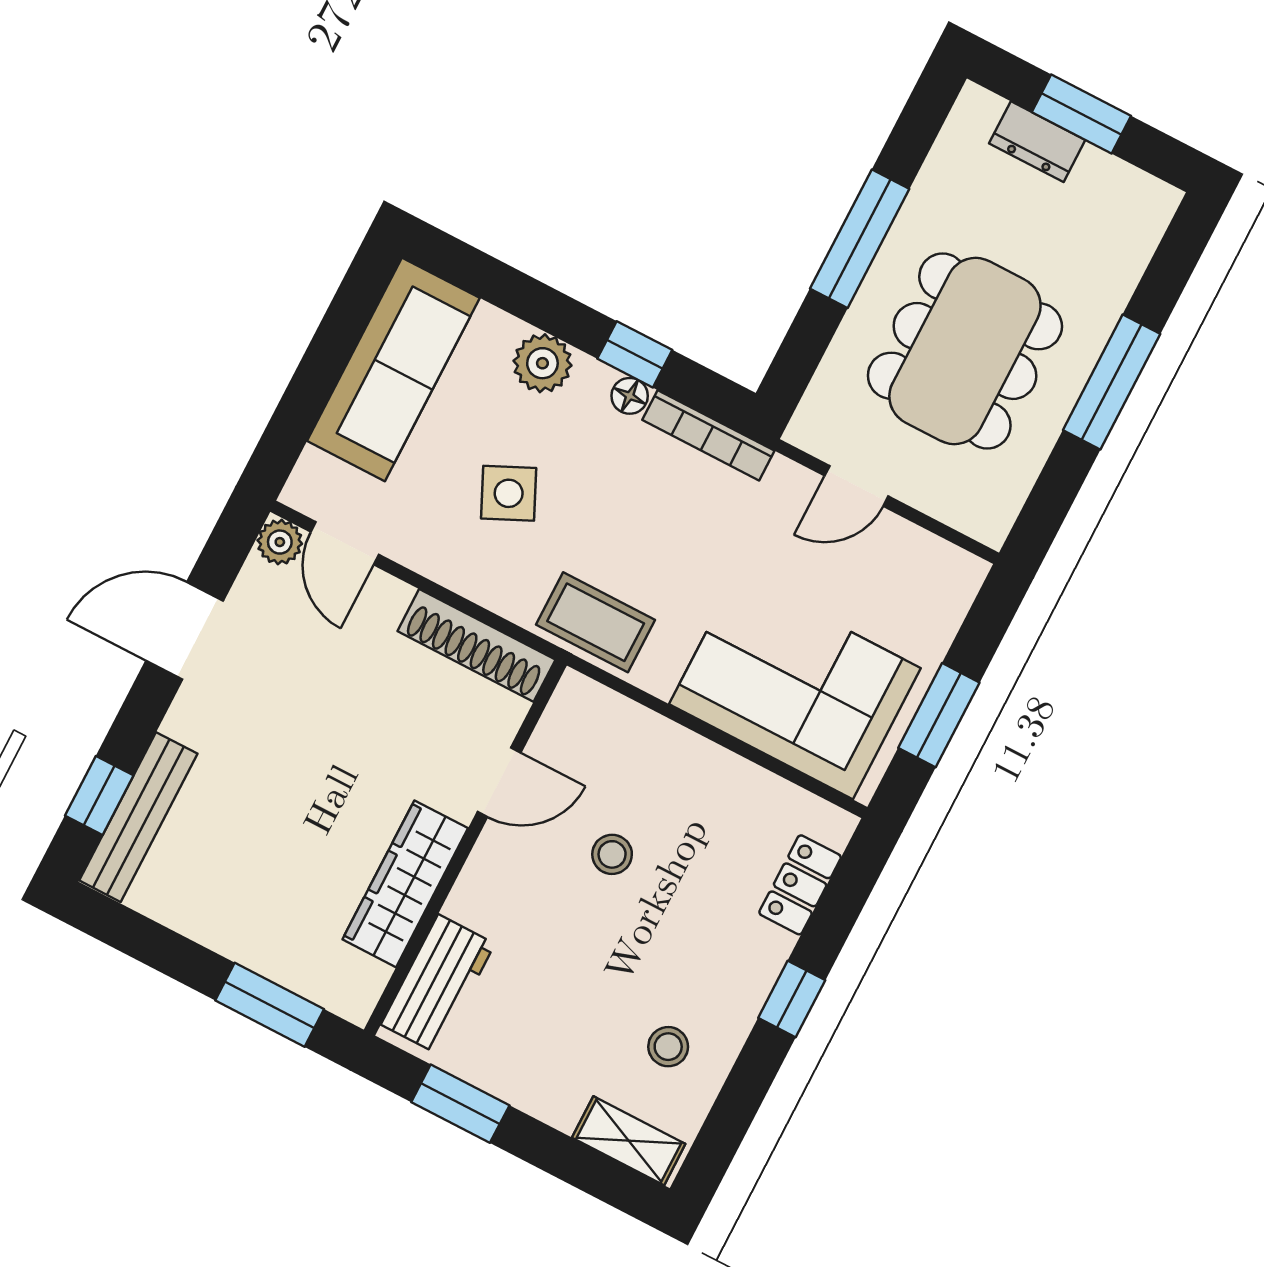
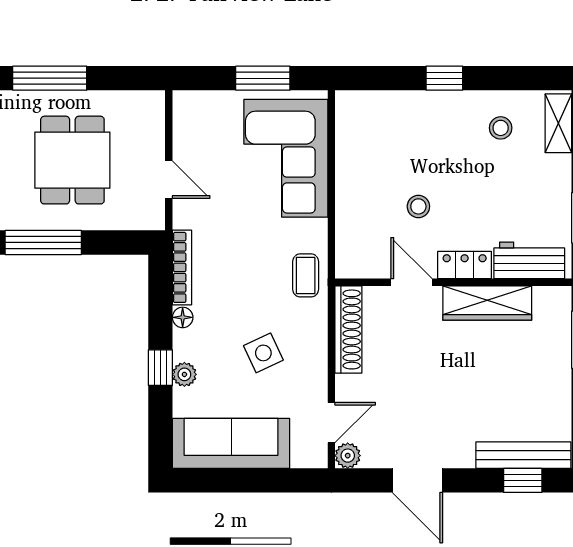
dining table: (965, 351) -> (72, 160), width x0.73
window: (635, 354) -> (160, 368), moved
plant: (542, 363) -> (184, 374), width x0.73, depth x0.73
coffee table: (596, 622) -> (306, 275), width x0.73, depth x0.77
locker: (800, 885) -> (465, 265), moved, turned 180

